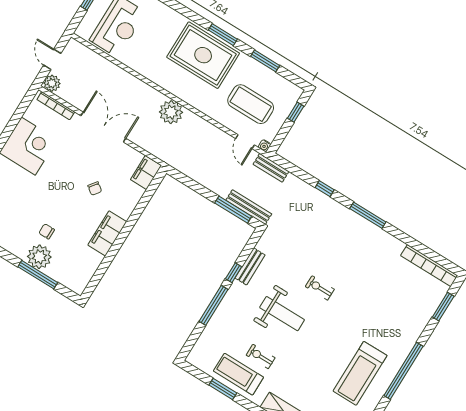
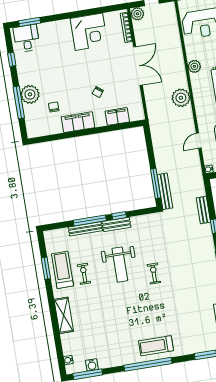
plant: (152, 72) -> (194, 66), added
door: (245, 142) -> (199, 141), moved
bench: (271, 168) -> (203, 210), moved
filing cabinet: (146, 173) -> (117, 116), moved
chair: (47, 231) -> (54, 107), moved
bench: (250, 266) -> (116, 224), moved
bench: (218, 317) -> (85, 229), added
treadmill: (360, 373) -> (156, 346), moved, width x0.73, depth x0.73

